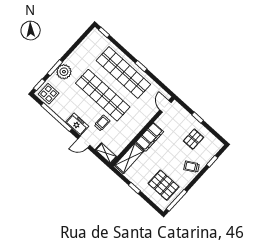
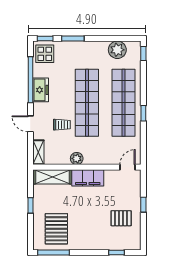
plant: (64, 72) -> (117, 50), moved
freezer: (77, 124) -> (41, 90), moved
plant: (131, 133) -> (77, 158), added
trolley: (192, 167) -> (95, 239), removed

